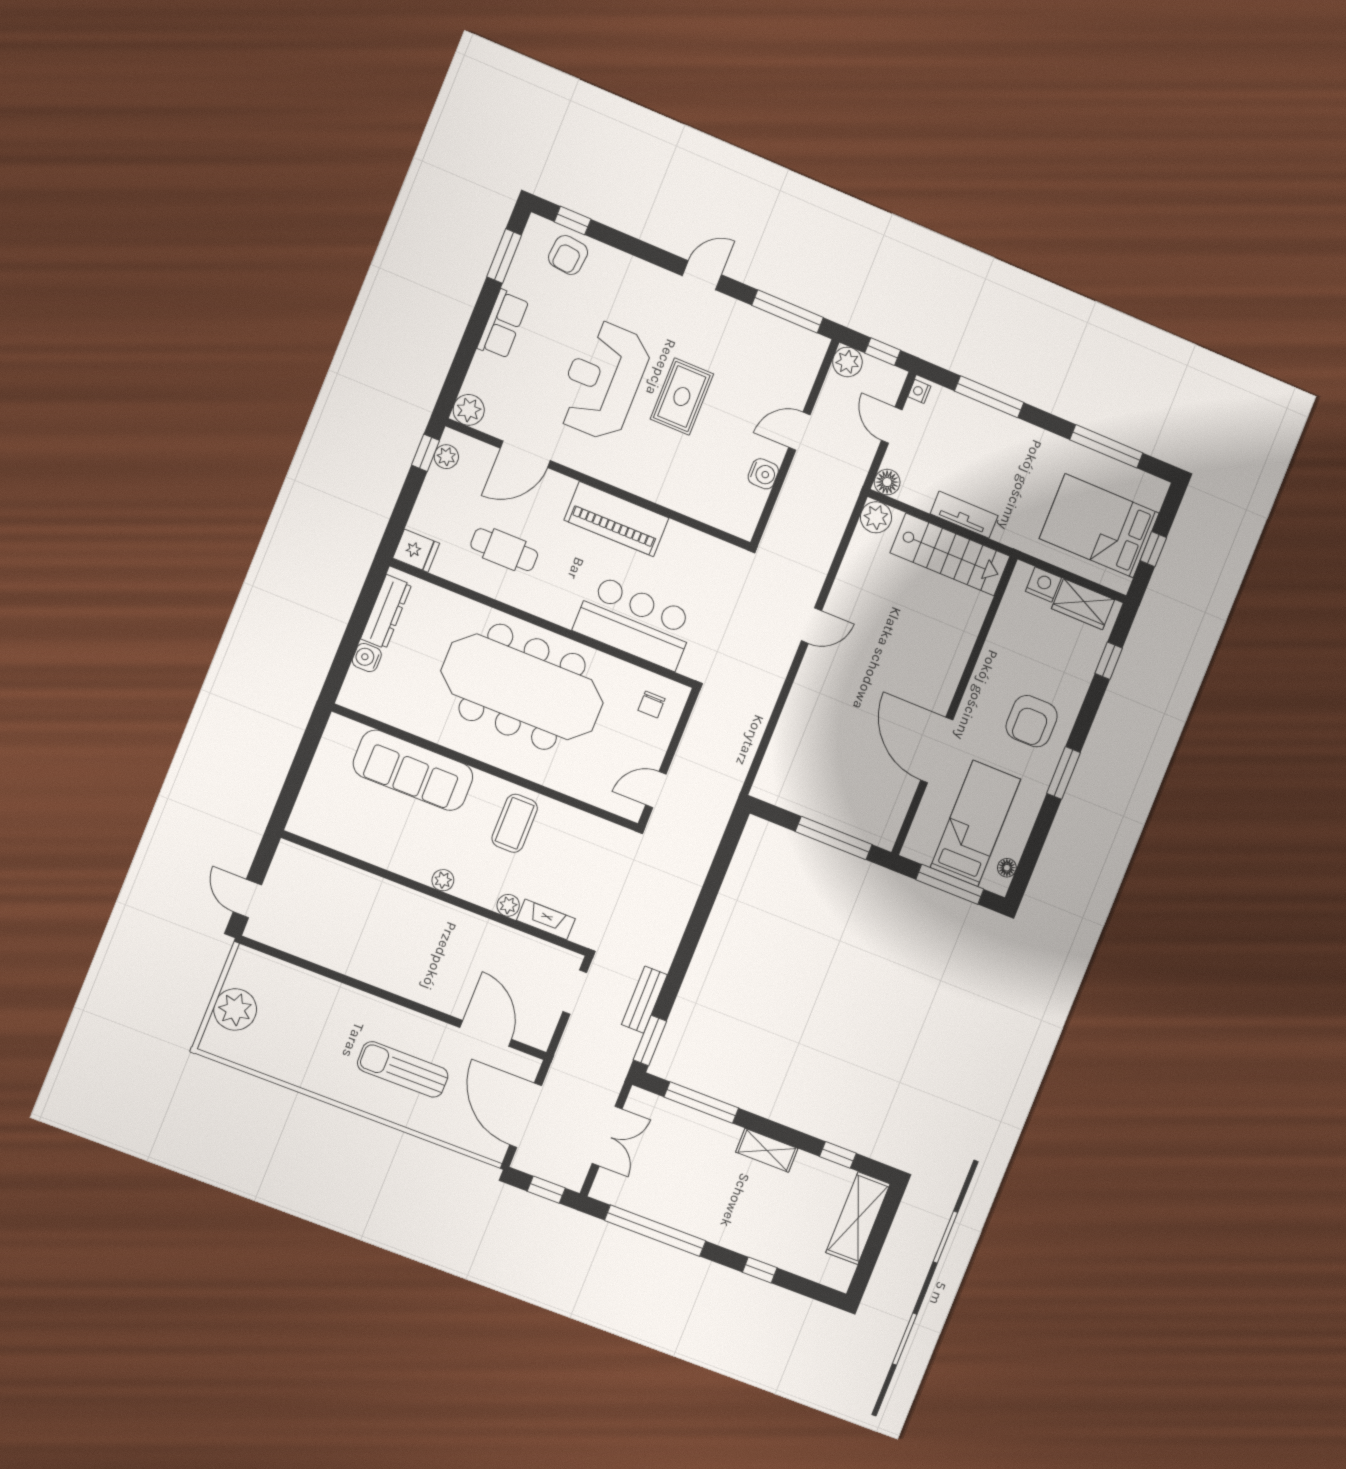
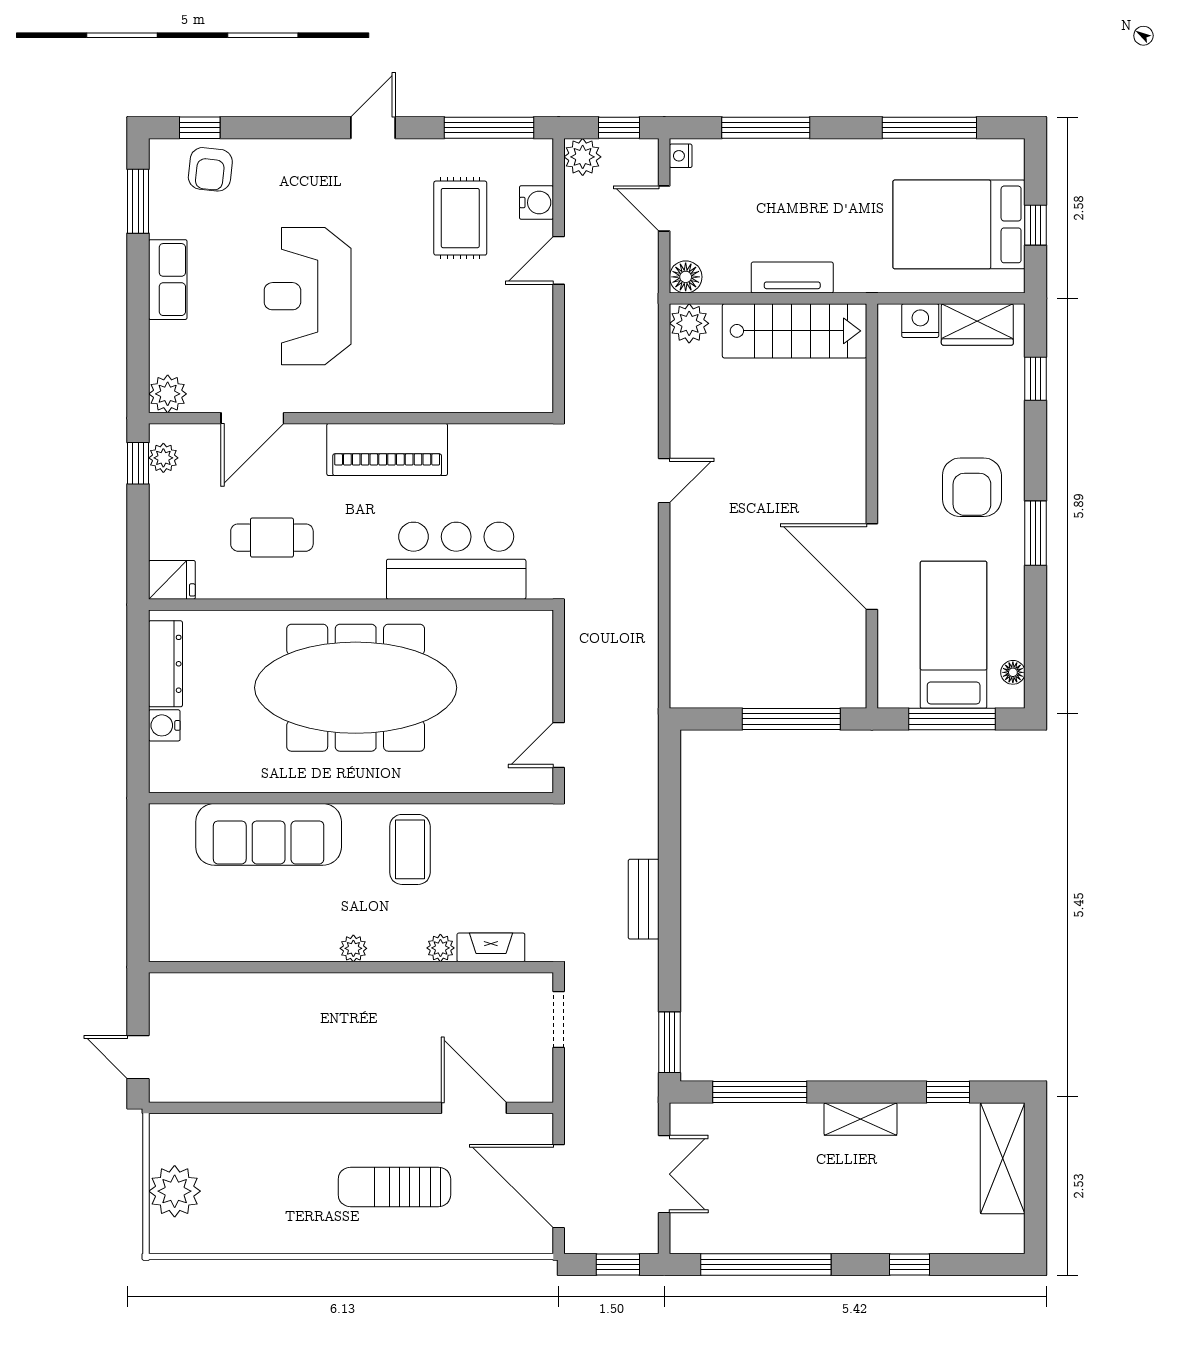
rug: (682, 397) -> (460, 218), moved
water cooler: (763, 474) -> (536, 203), moved
chair: (651, 704) -> (514, 648), removed
bench: (644, 1000) -> (644, 899), moved

